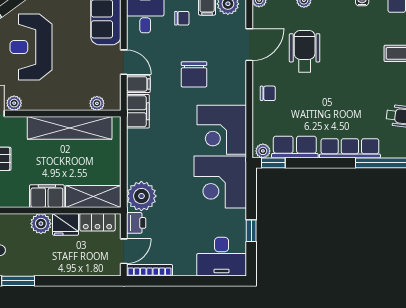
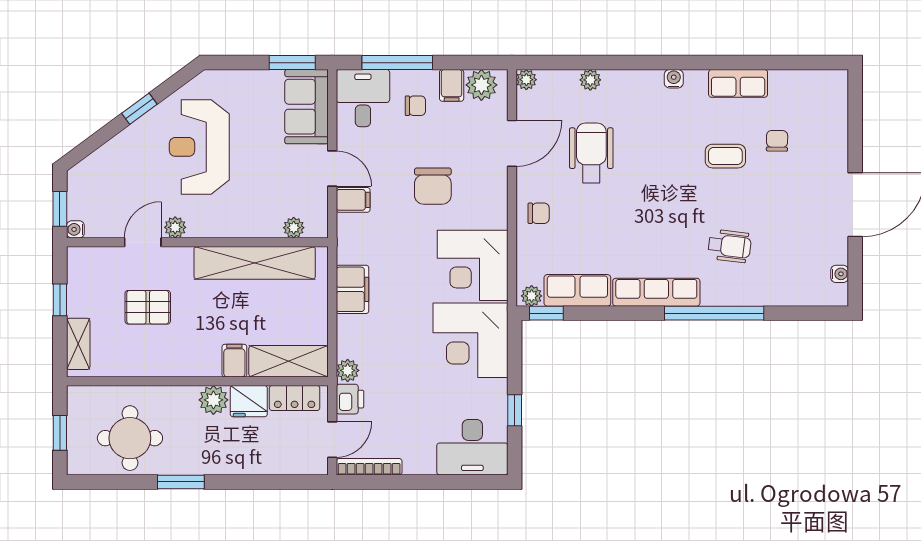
filing cabinet: (138, 111) -> (352, 289), moved
filing cabinet: (47, 196) -> (234, 361), width x0.50
plant: (141, 196) -> (348, 370), width x0.53, depth x0.53

